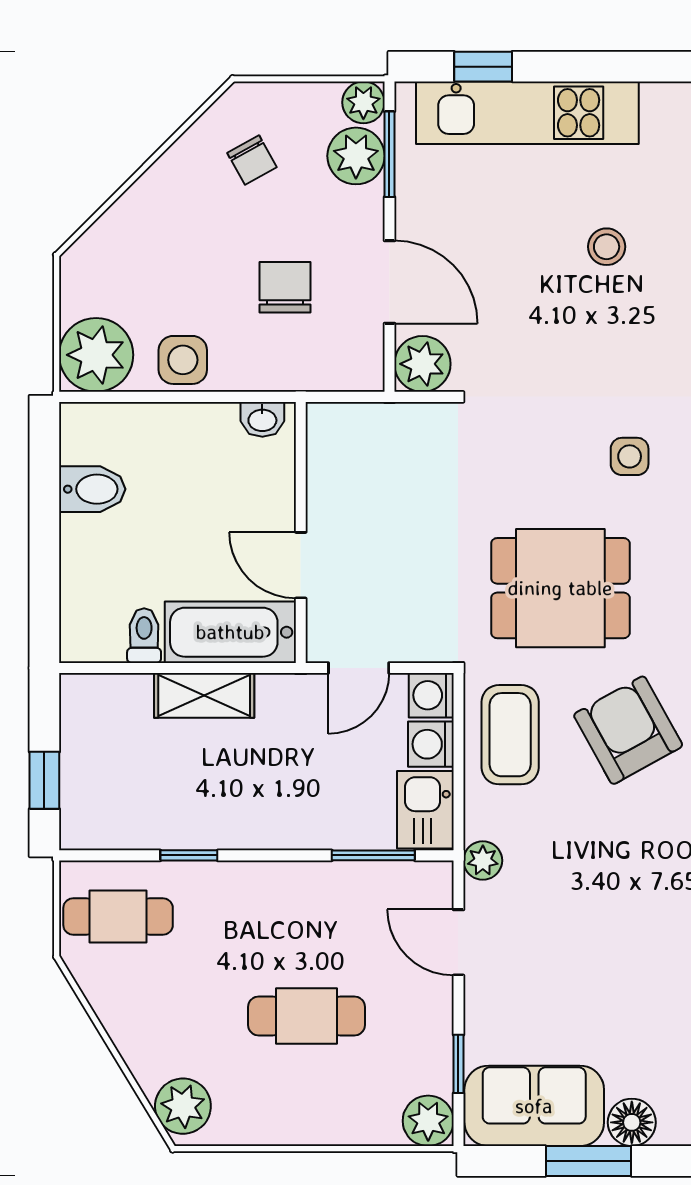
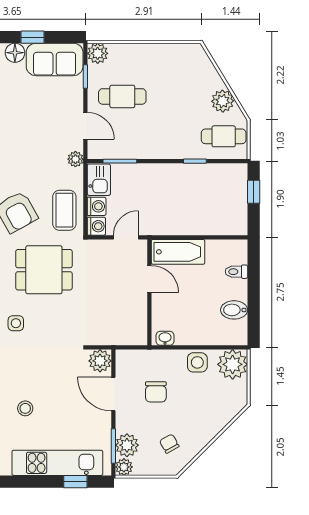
toilet: (144, 636) -> (236, 272), moved, turned 90
shelving: (204, 695) -> (189, 226), removed
cafe table: (306, 1016) -> (122, 96), moved
plant: (183, 1106) -> (223, 101), moved
window: (589, 1161) -> (33, 37), width x0.67

